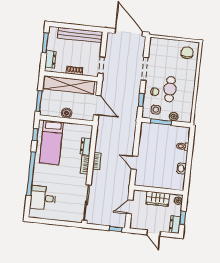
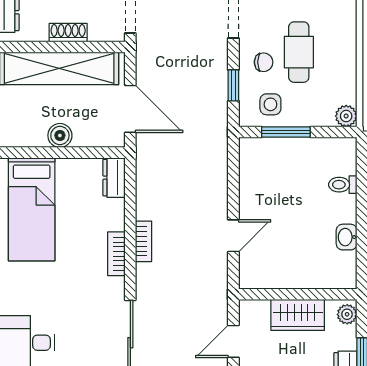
plant: (174, 116) -> (346, 116), moved
dresser: (86, 147) -> (114, 178), moved
door: (134, 163) -> (233, 236), swing flipped

